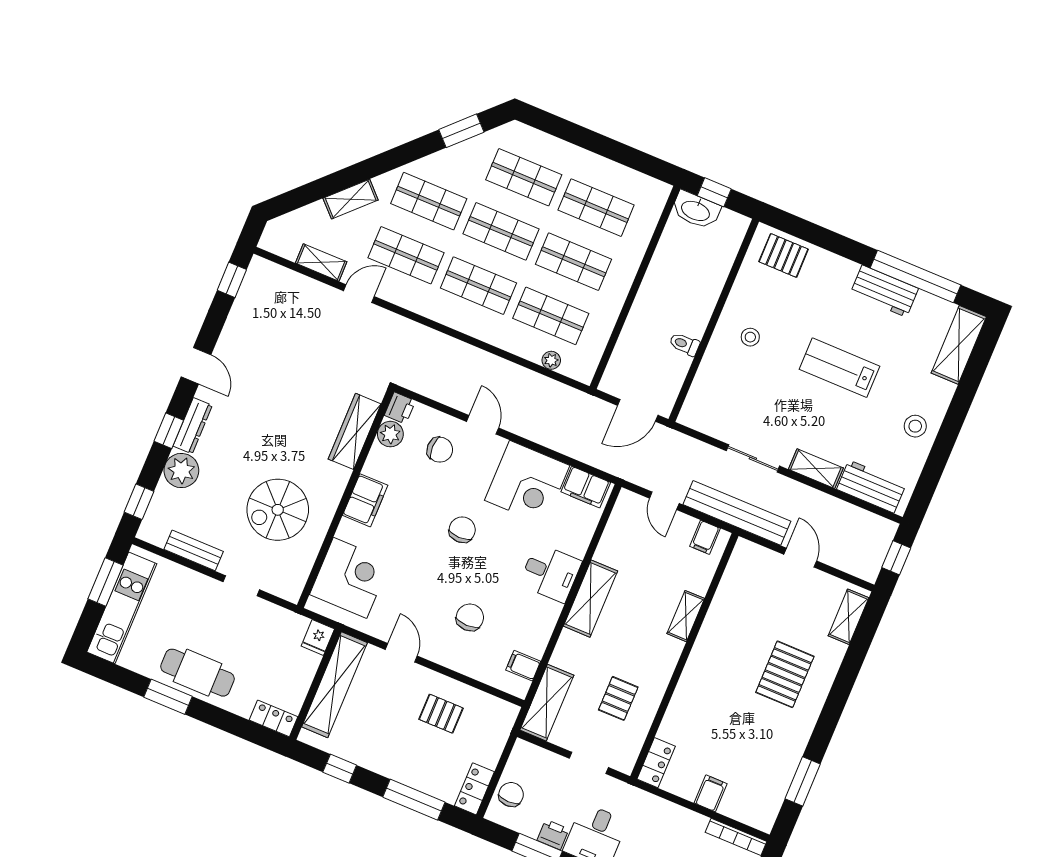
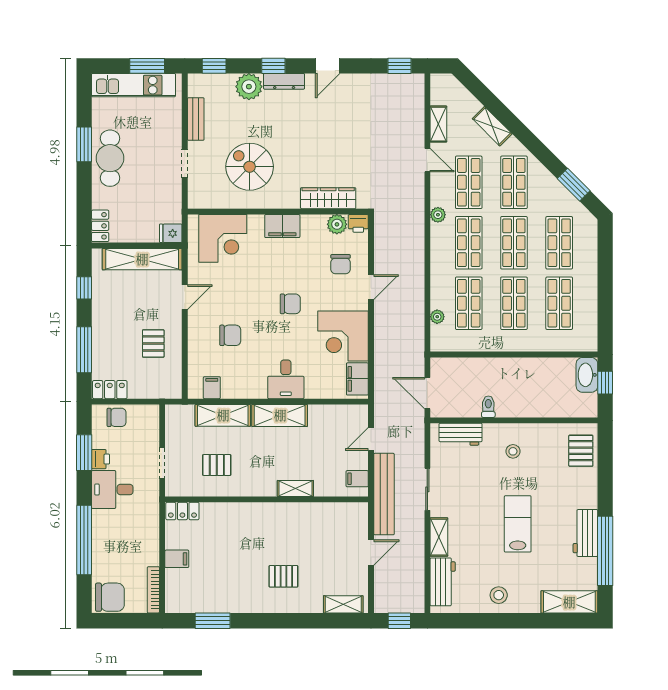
plant: (429, 308) -> (438, 215), added
workbench: (704, 391) -> (461, 434), added
pallet: (785, 674) -> (283, 576), width x0.67, depth x0.71
shelving: (547, 703) -> (223, 415), moved

